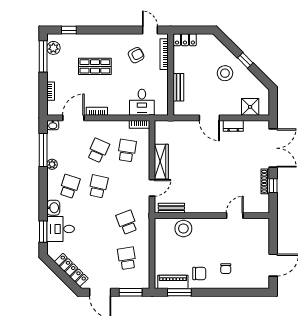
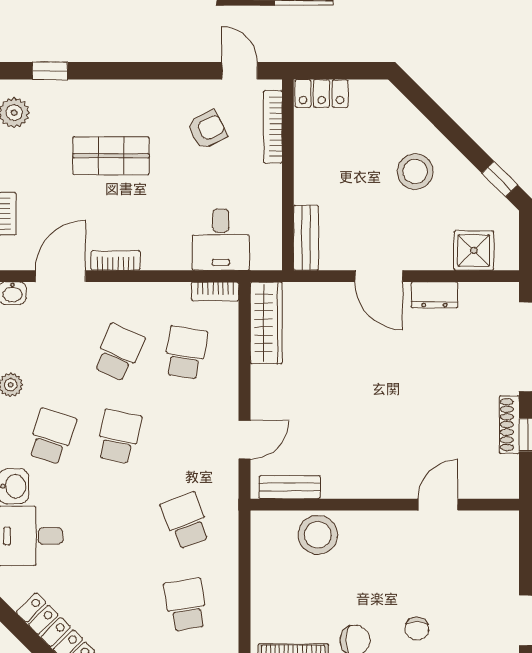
window: (245, 60) -> (500, 179), moved
bench: (178, 87) -> (306, 238), moved
wardrobe: (161, 162) -> (266, 323), moved

